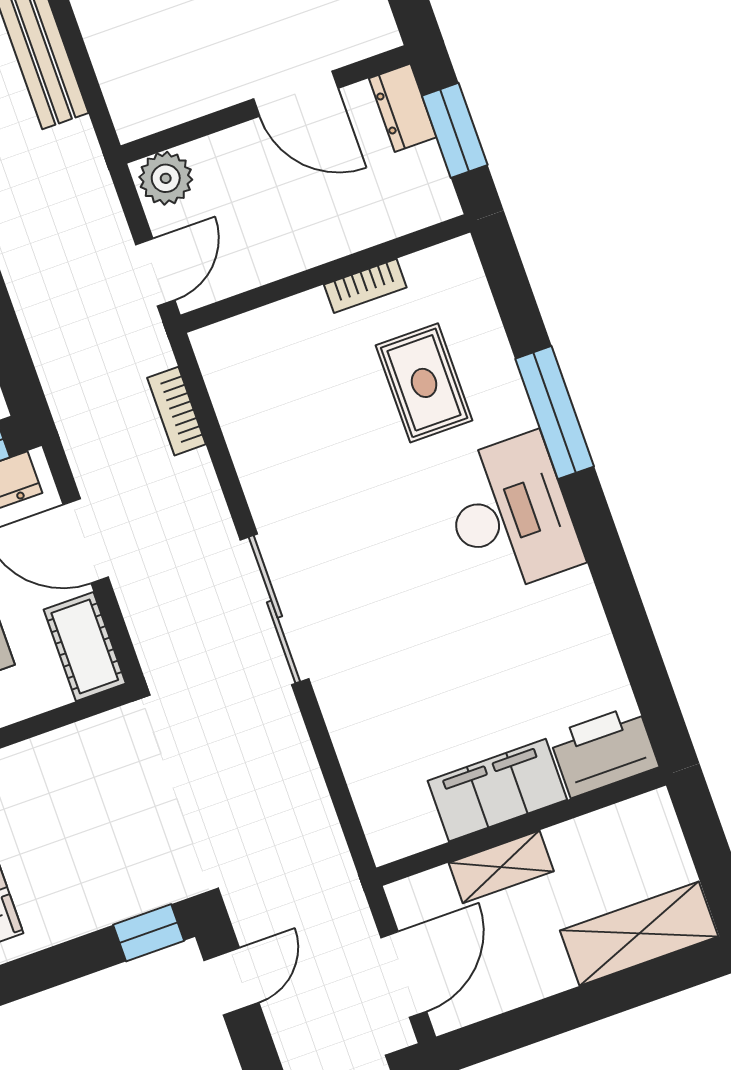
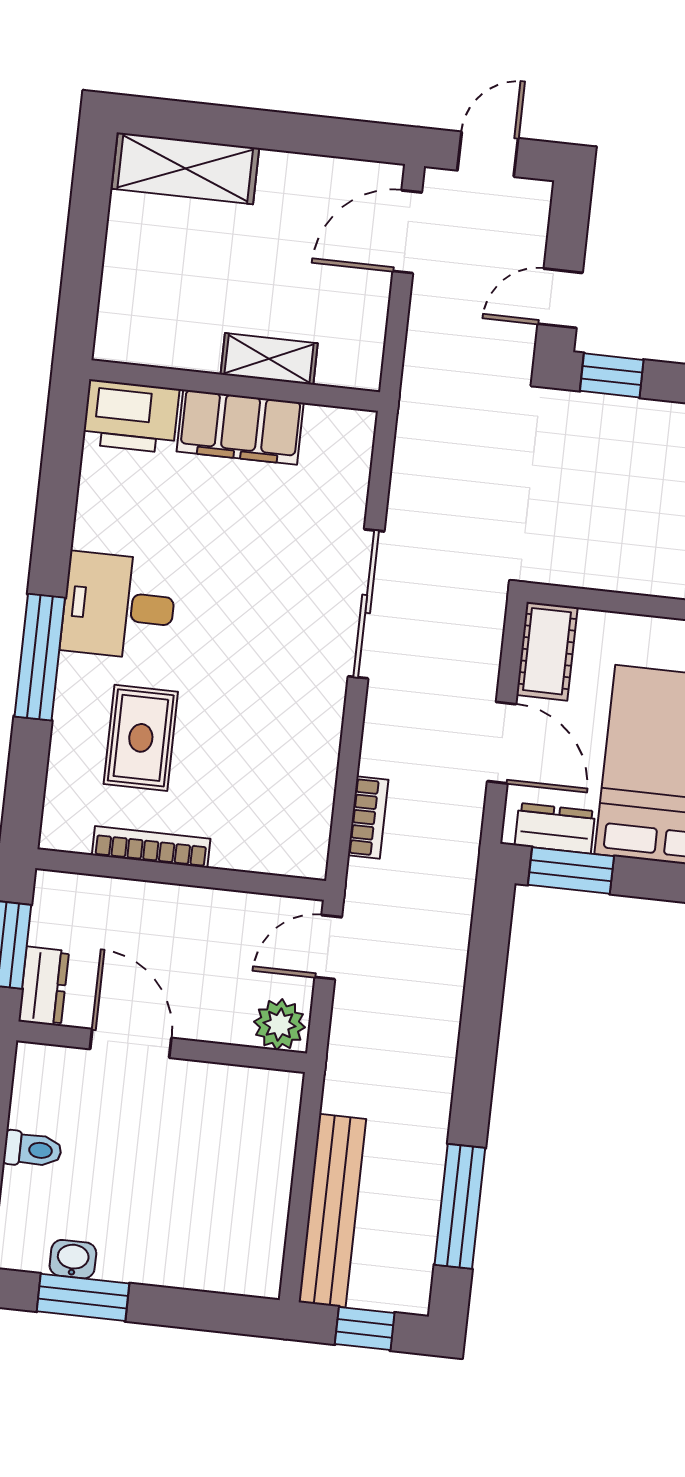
bookcase: (365, 286) -> (151, 847), width x1.56
desk: (510, 514) -> (119, 606), width x0.73
printer: (604, 751) -> (131, 416), moved
filing cabinet: (497, 790) -> (240, 427), moved
wall: (521, 827) -> (235, 386), moved
shelving: (501, 867) -> (269, 359), moved

